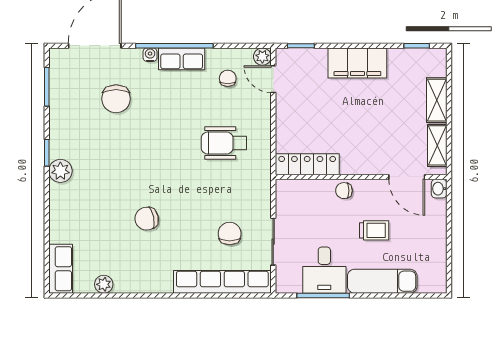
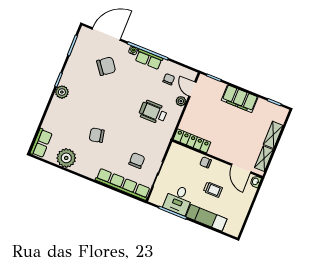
plant: (262, 57) -> (181, 101), moved
chair: (116, 99) -> (106, 66), turned -127
plant: (104, 284) -> (66, 158), width x1.87, depth x1.87

